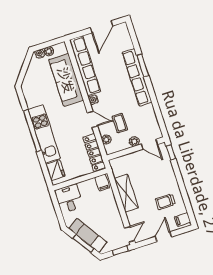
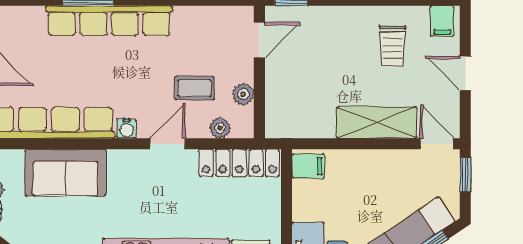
sofa: (66, 80) -> (66, 173), width x0.73
plant: (134, 141) -> (243, 94), moved
shelving: (126, 193) -> (377, 122), moved

